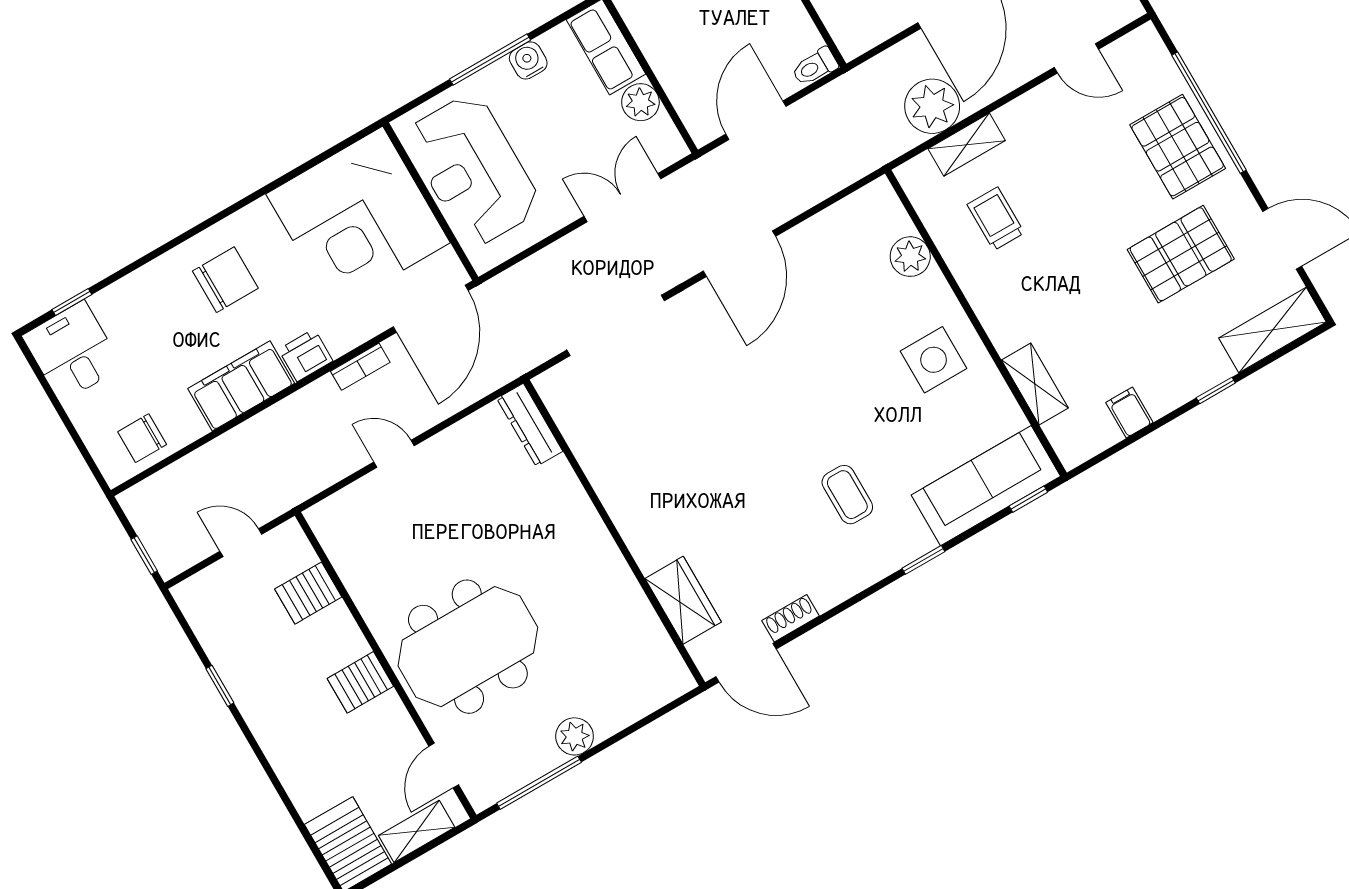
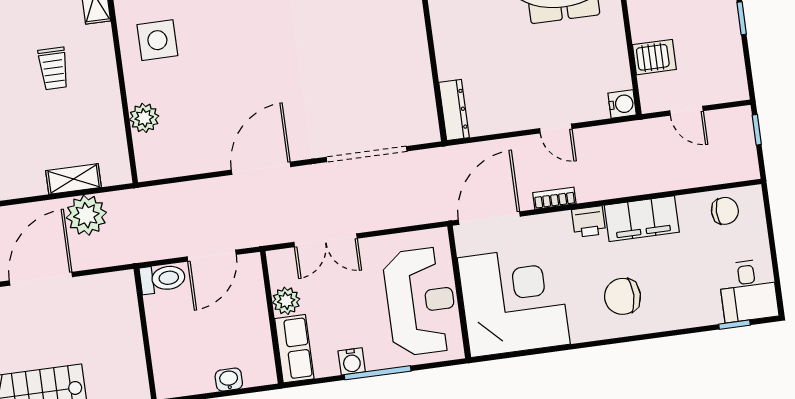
toilet: (815, 67) -> (163, 279), width x1.37, depth x1.39
trolley: (996, 219) -> (53, 68), moved
water cooler: (324, 518) -> (622, 104), added

